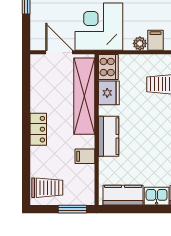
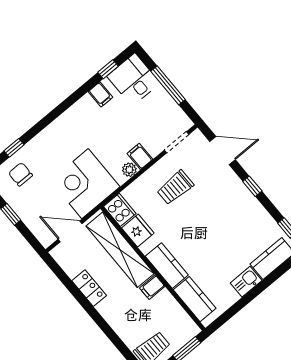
locker: (38, 129) -> (89, 288), moved
filing cabinet: (85, 156) -> (152, 287), moved
kitchen counter: (123, 195) -> (195, 299), moved, turned 90

